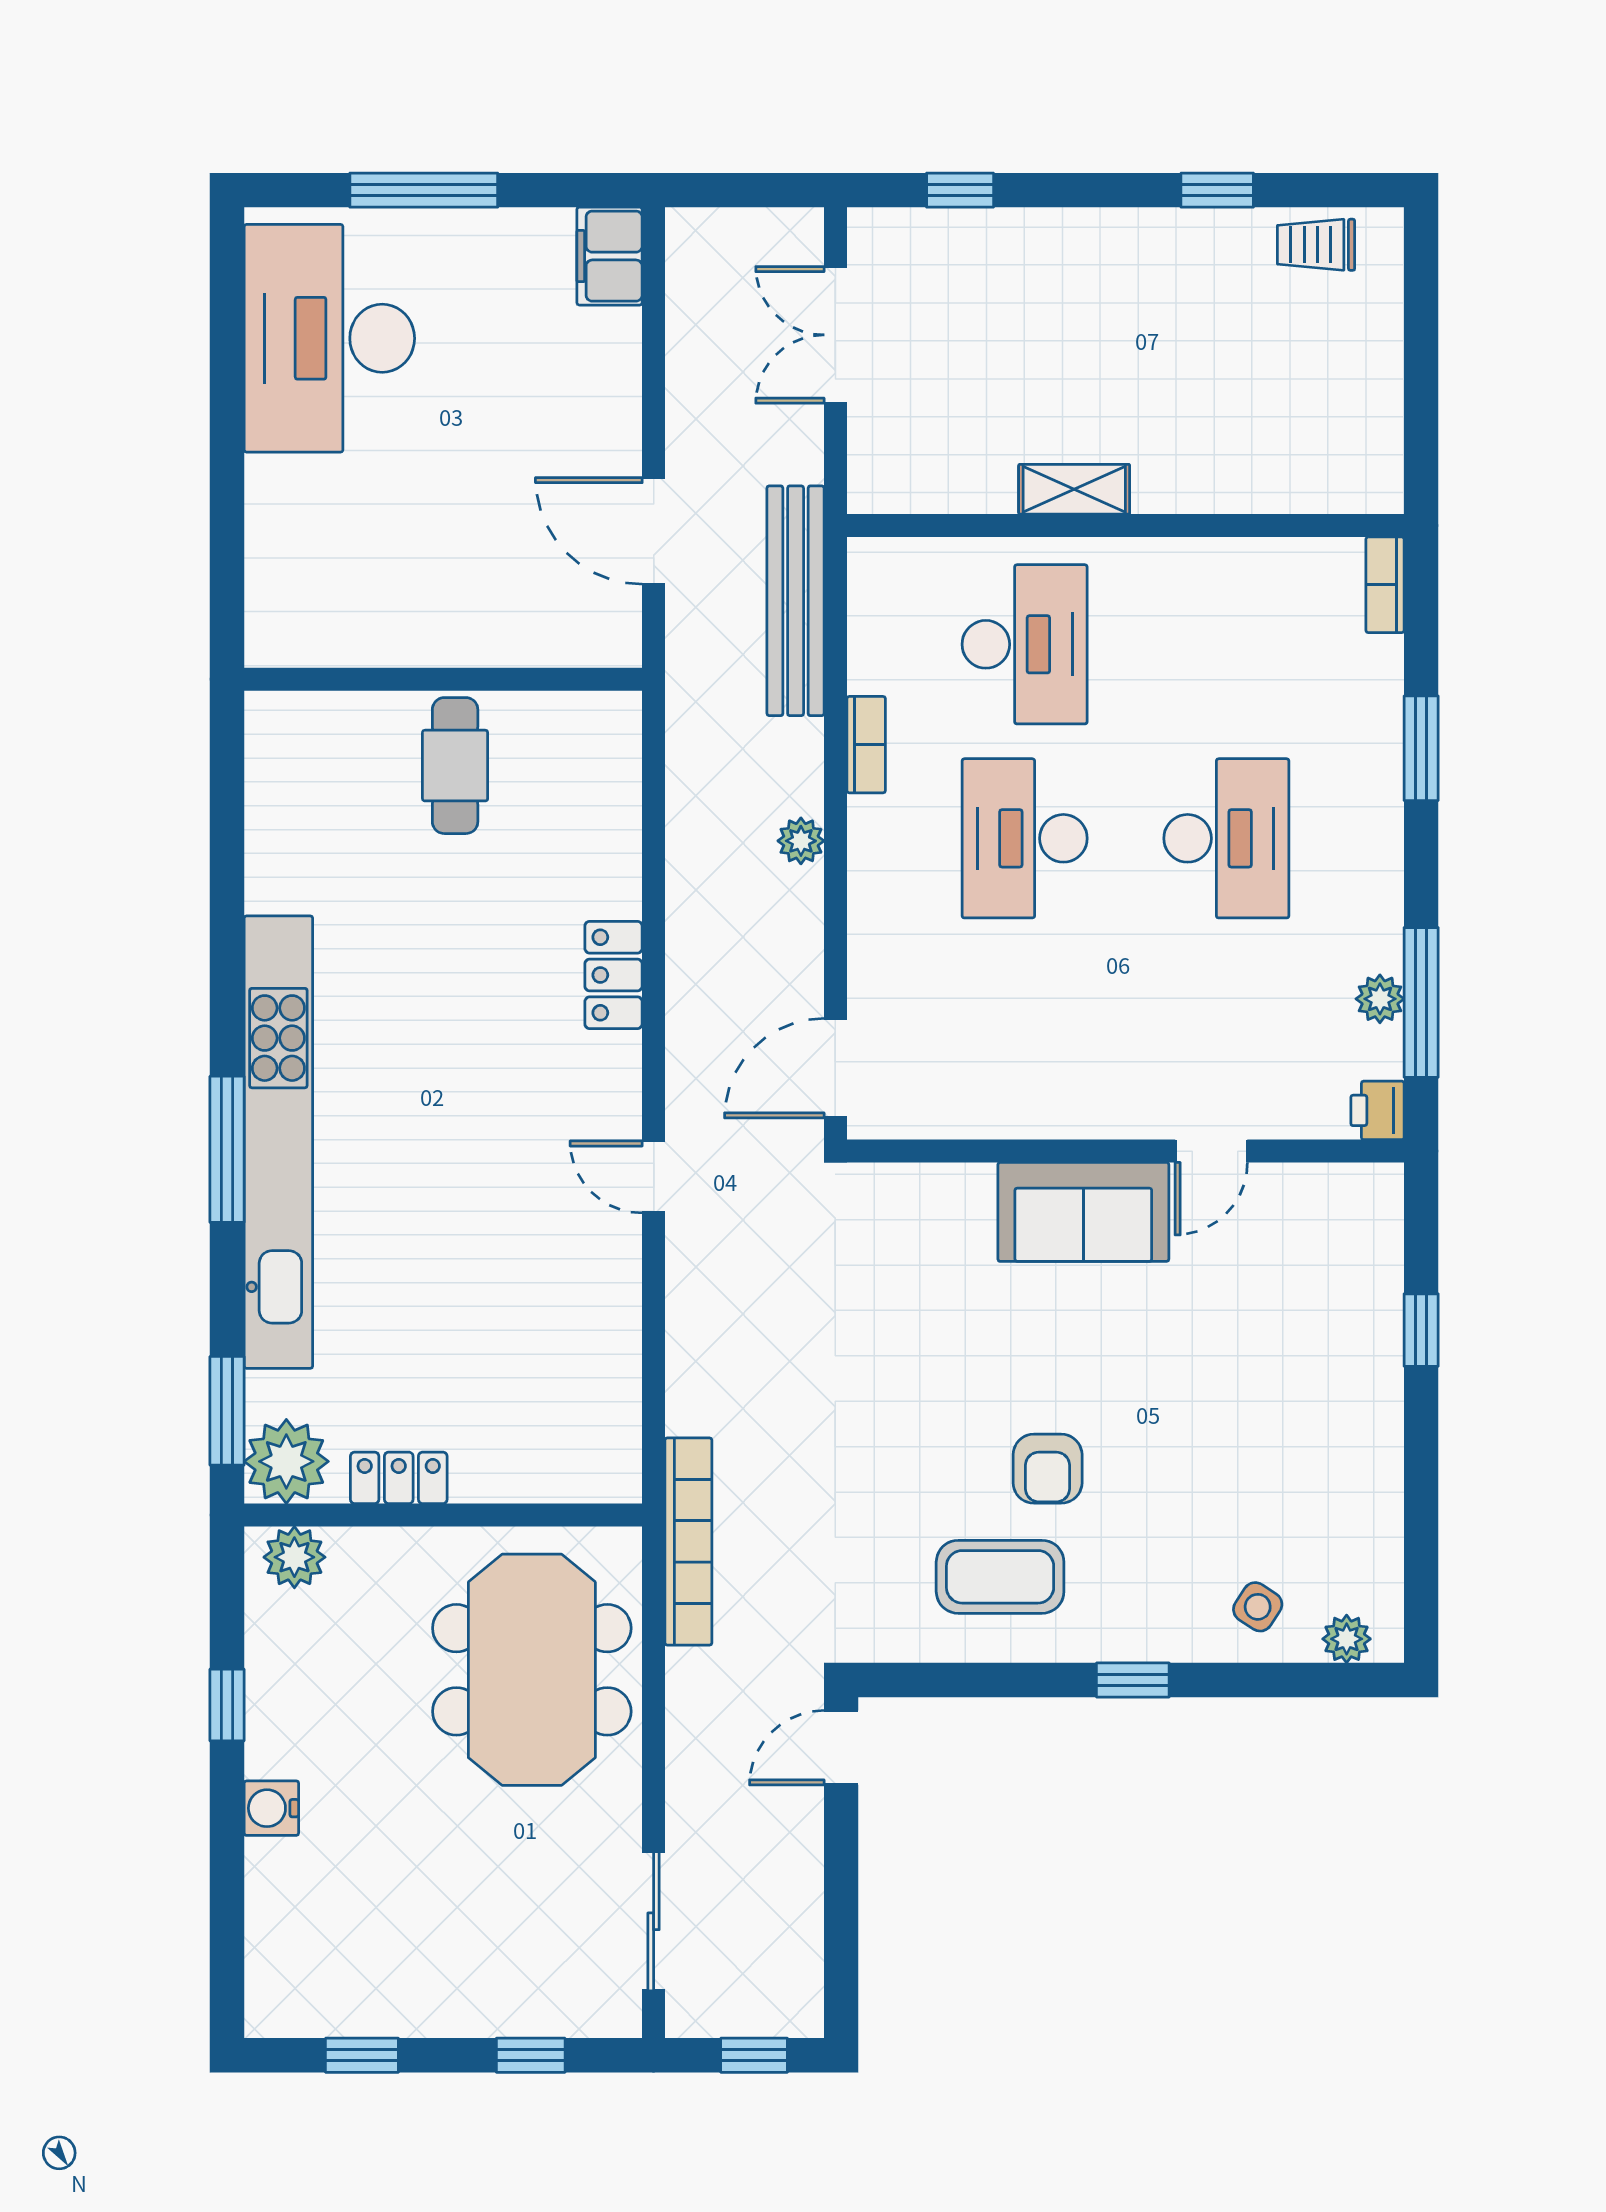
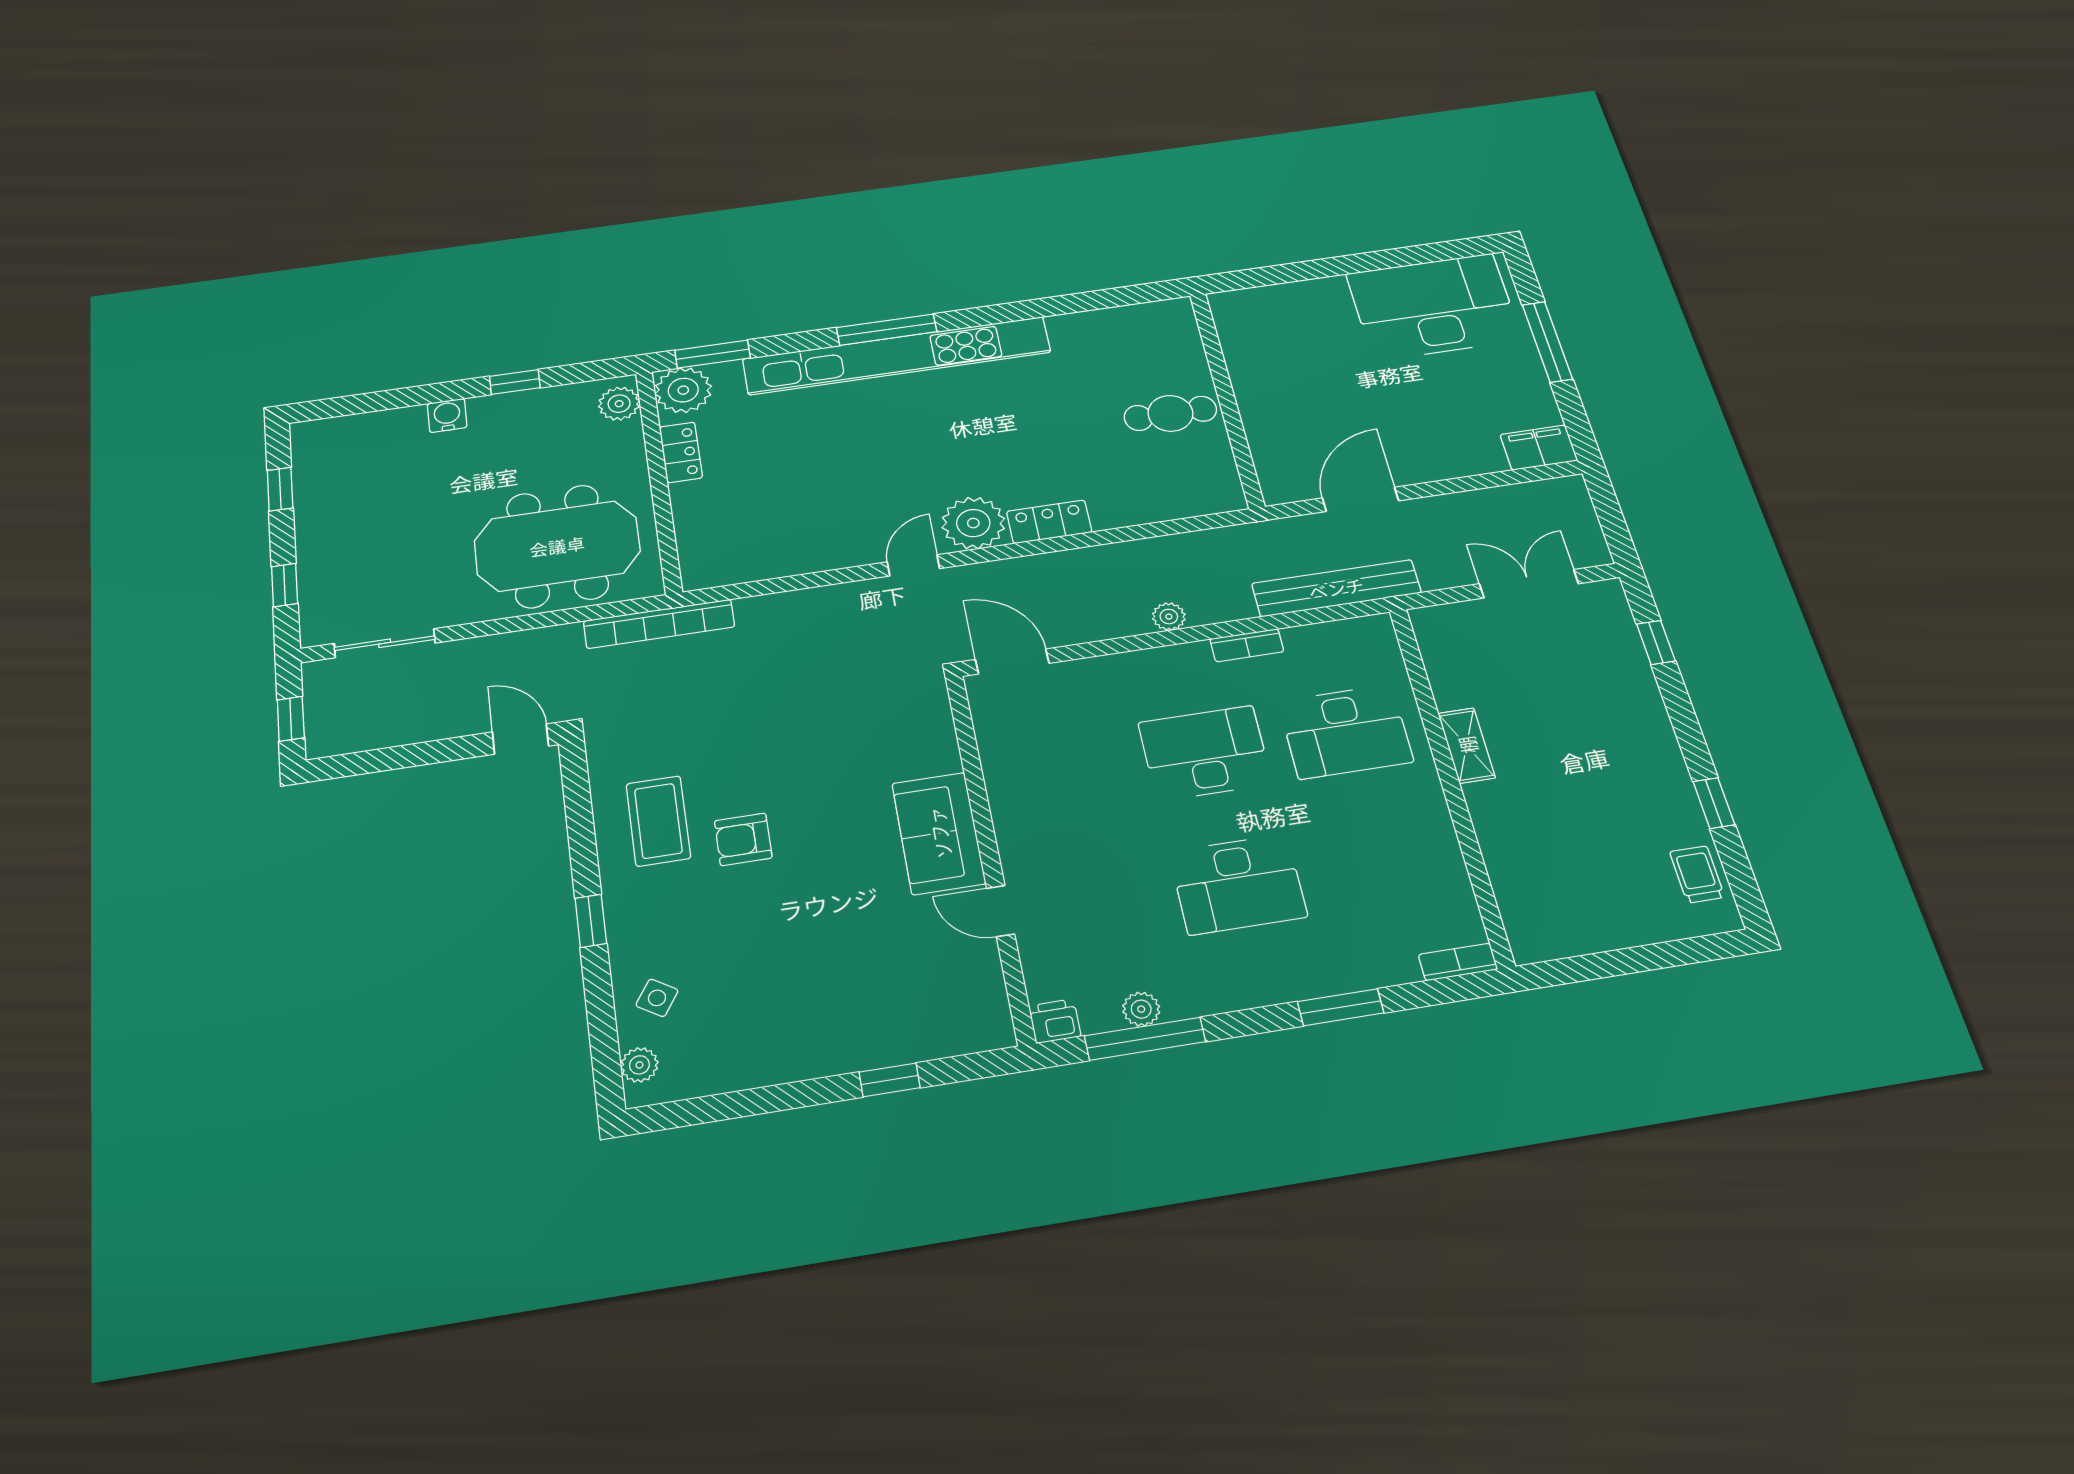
plant: (597, 1082) -> (973, 523), added

